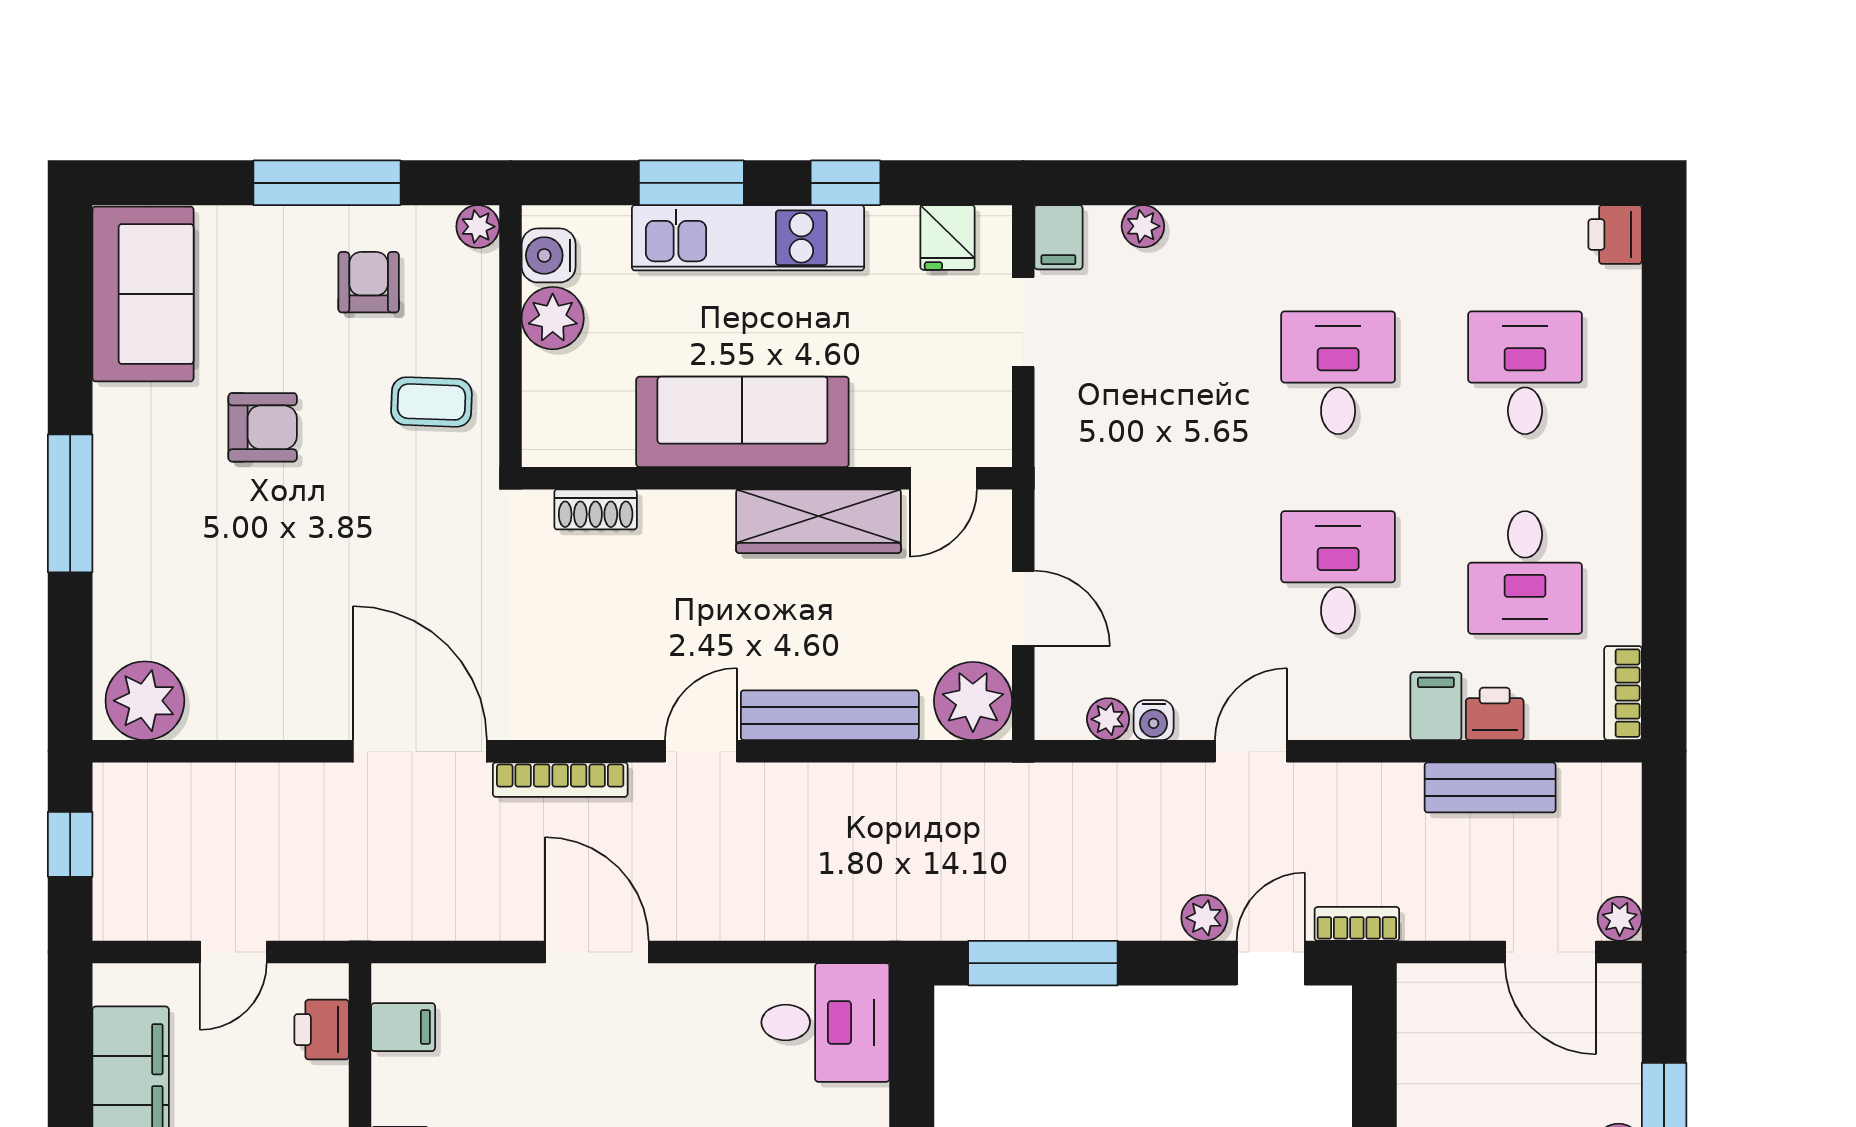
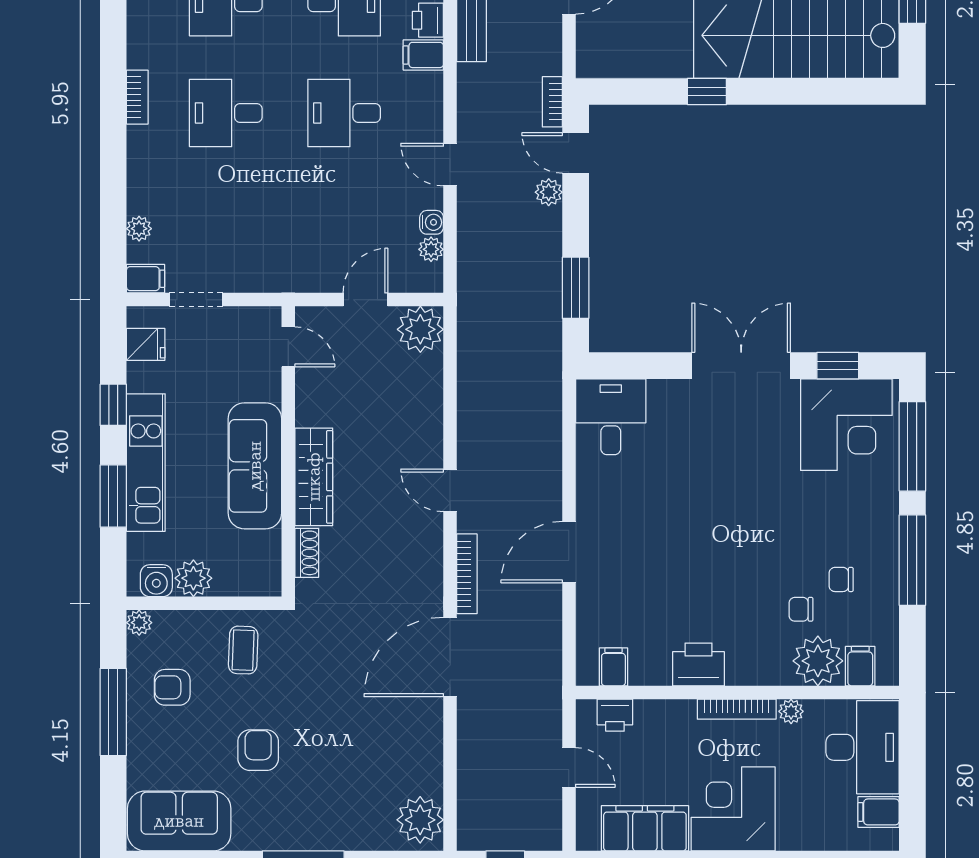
bookcase: (1365, 223) -> (137, 97), added
wardrobe: (819, 521) -> (314, 477), moved
bench: (830, 715) -> (429, 414), removed
window: (1043, 963) -> (576, 288), width x0.69

